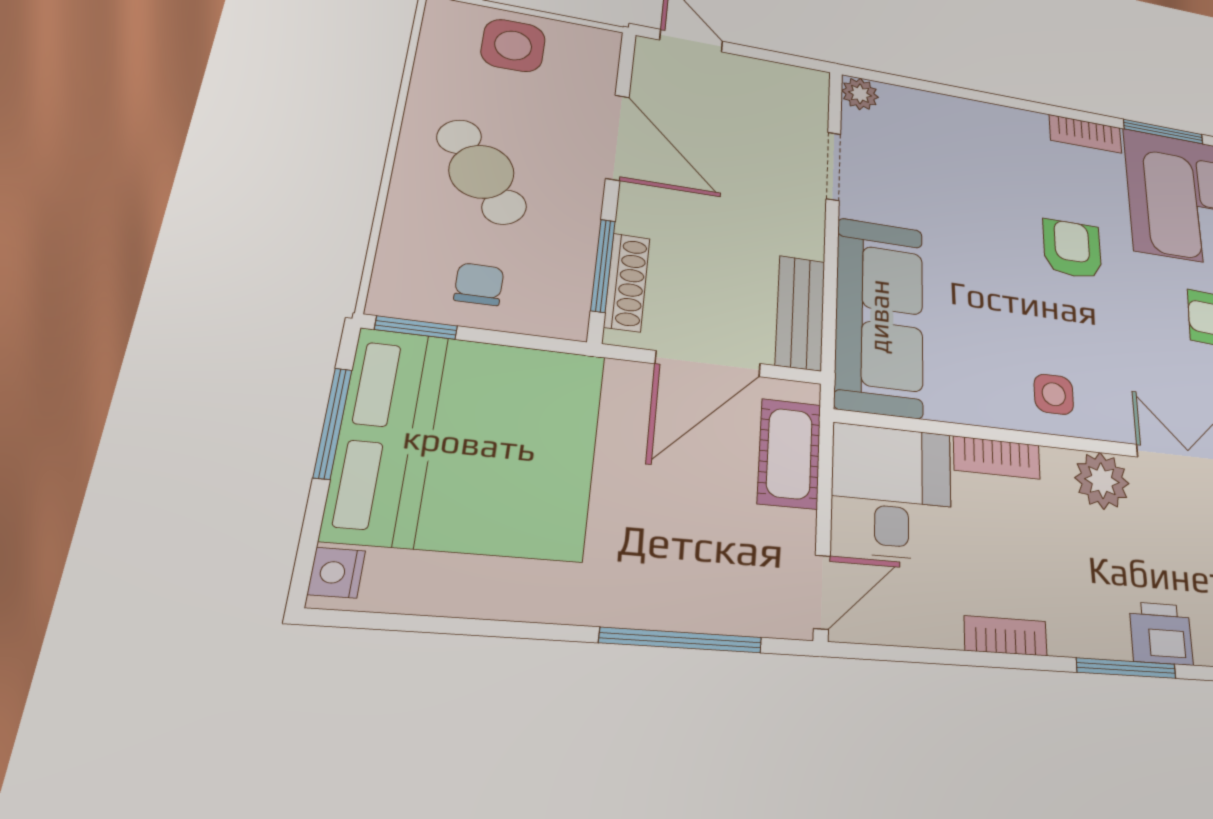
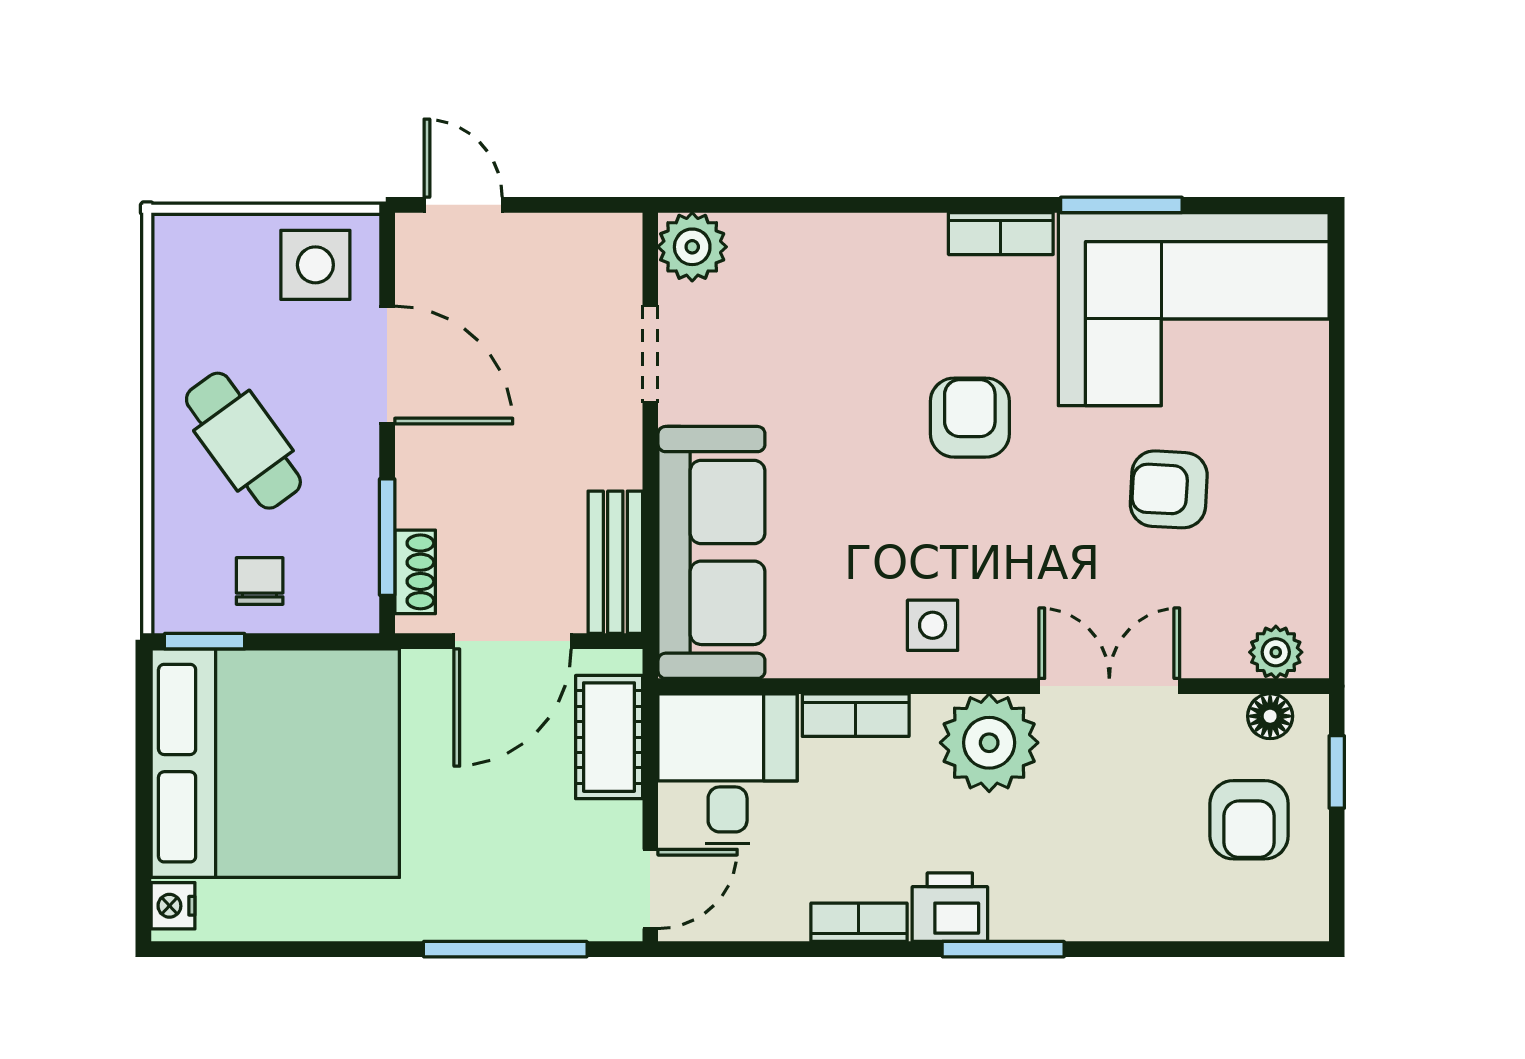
side table: (513, 45) -> (315, 265), moved
plant: (860, 94) -> (692, 247), width x1.38, depth x1.38
shoe rack: (627, 282) -> (415, 572), width x0.70
window: (333, 423) -> (143, 756), removed
plant: (1102, 481) -> (989, 743), width x1.36, depth x1.36
printer: (1161, 633) -> (950, 907), moved

